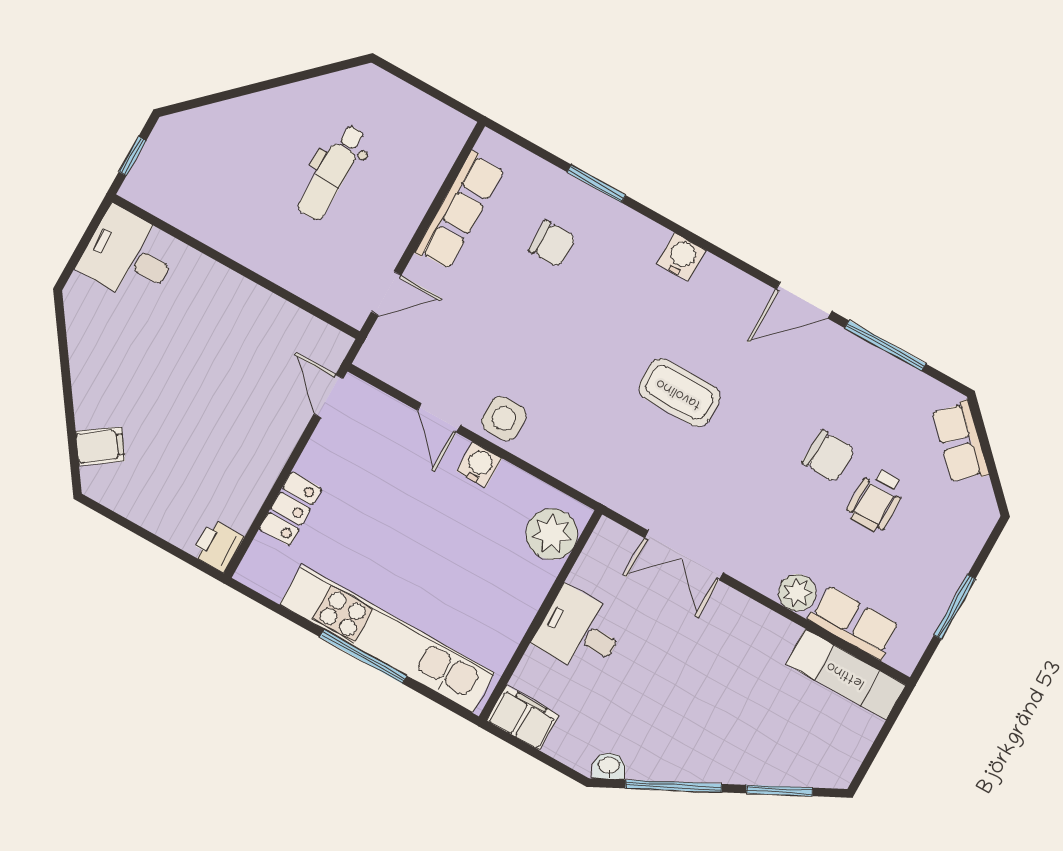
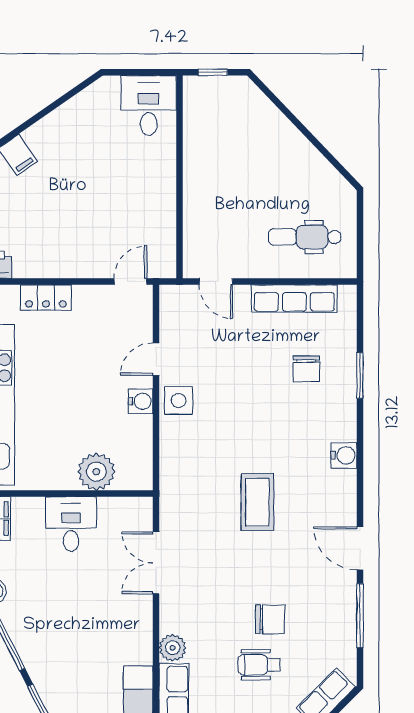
dental chair: (332, 172) -> (305, 237), moved
chair: (829, 456) -> (270, 619), turned -92
plant: (552, 534) -> (96, 472), moved

